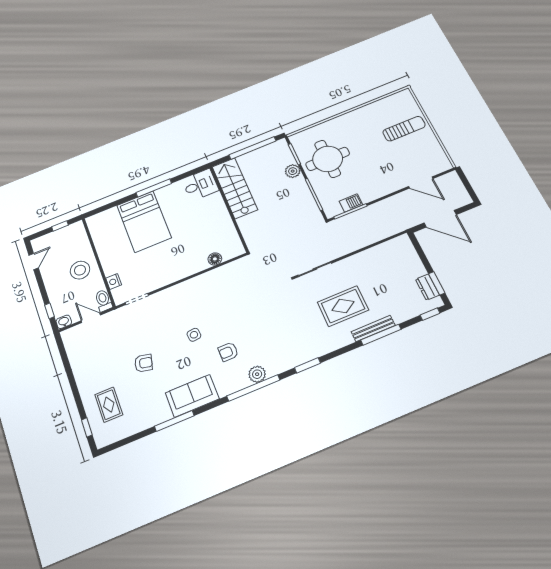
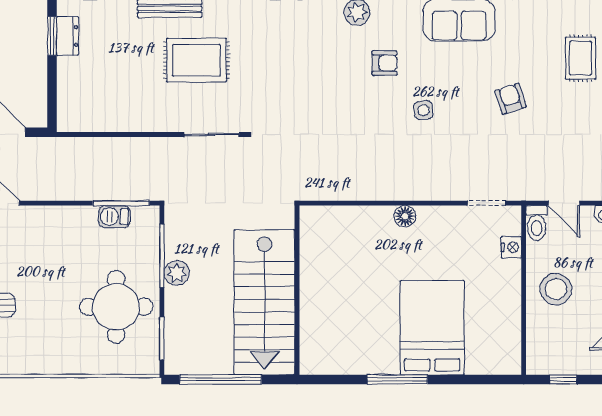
plant: (293, 171) -> (177, 273), moved
desk: (200, 185) -> (324, 352), removed
stairs: (235, 188) -> (264, 302), width x1.36, depth x1.51
floor lamp: (215, 259) -> (405, 216), moved
armchair: (143, 363) -> (511, 99), turned 59

